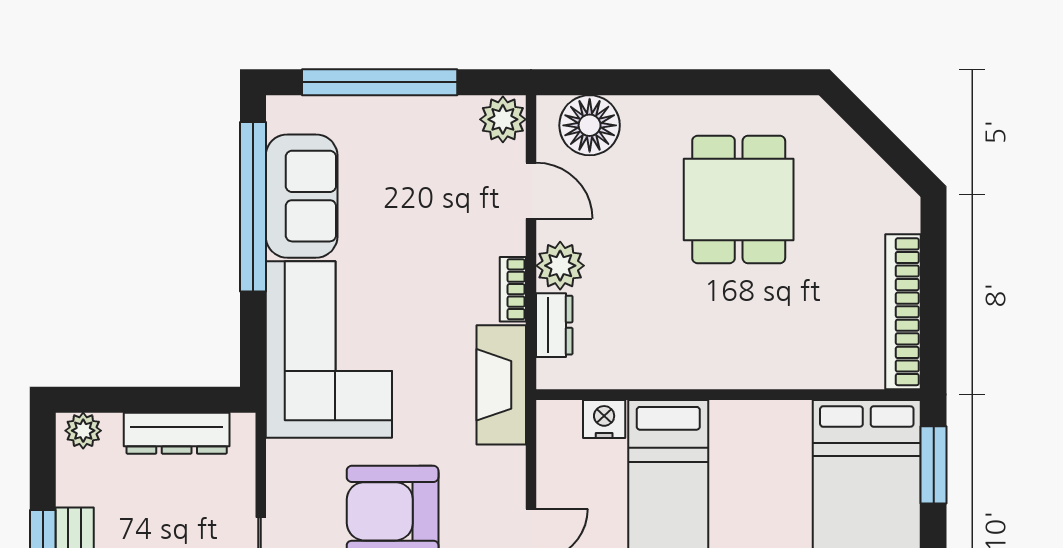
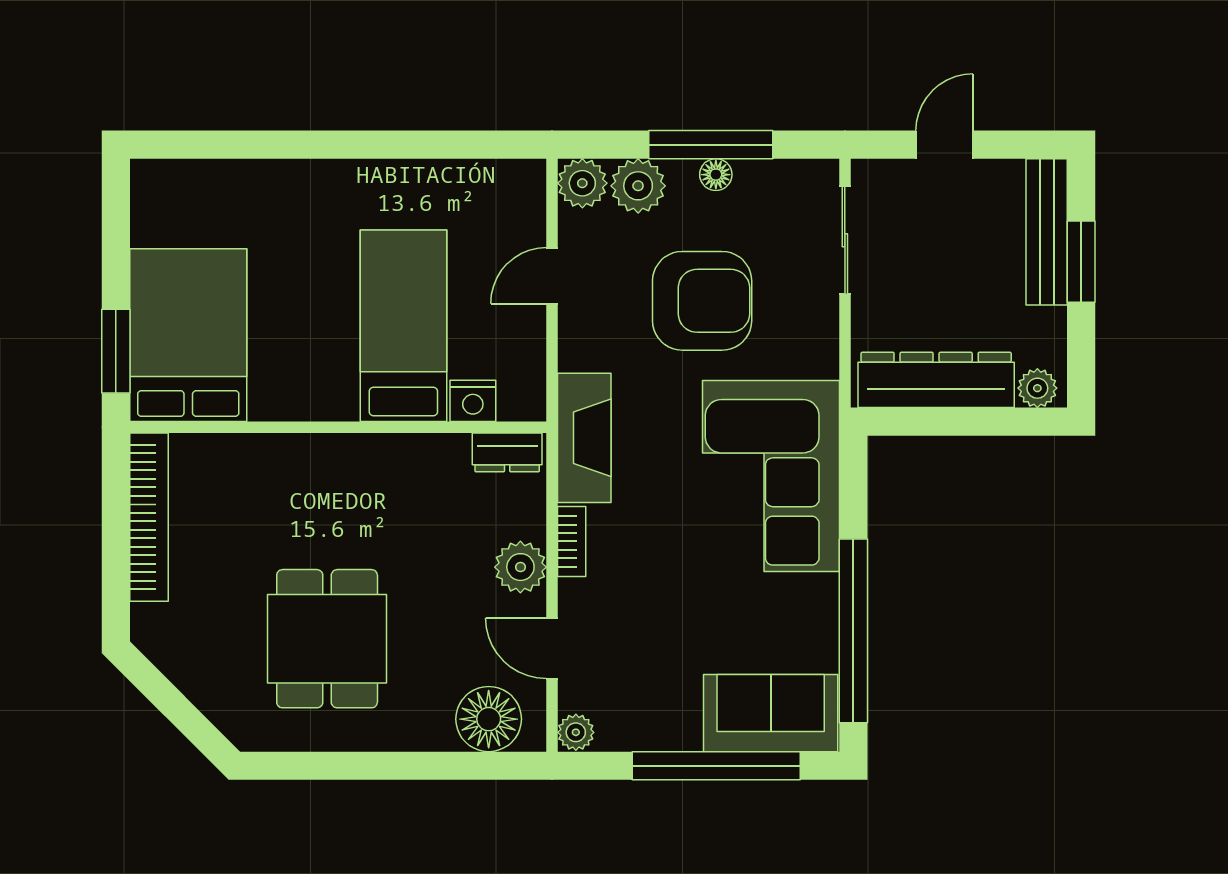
plant: (503, 119) -> (576, 732), width x0.73, depth x0.73
sofa: (302, 196) -> (771, 713), moved, turned 90
dresser: (554, 325) -> (507, 452), moved, turned -90
dresser: (177, 433) -> (936, 380), width x1.37, depth x1.24

